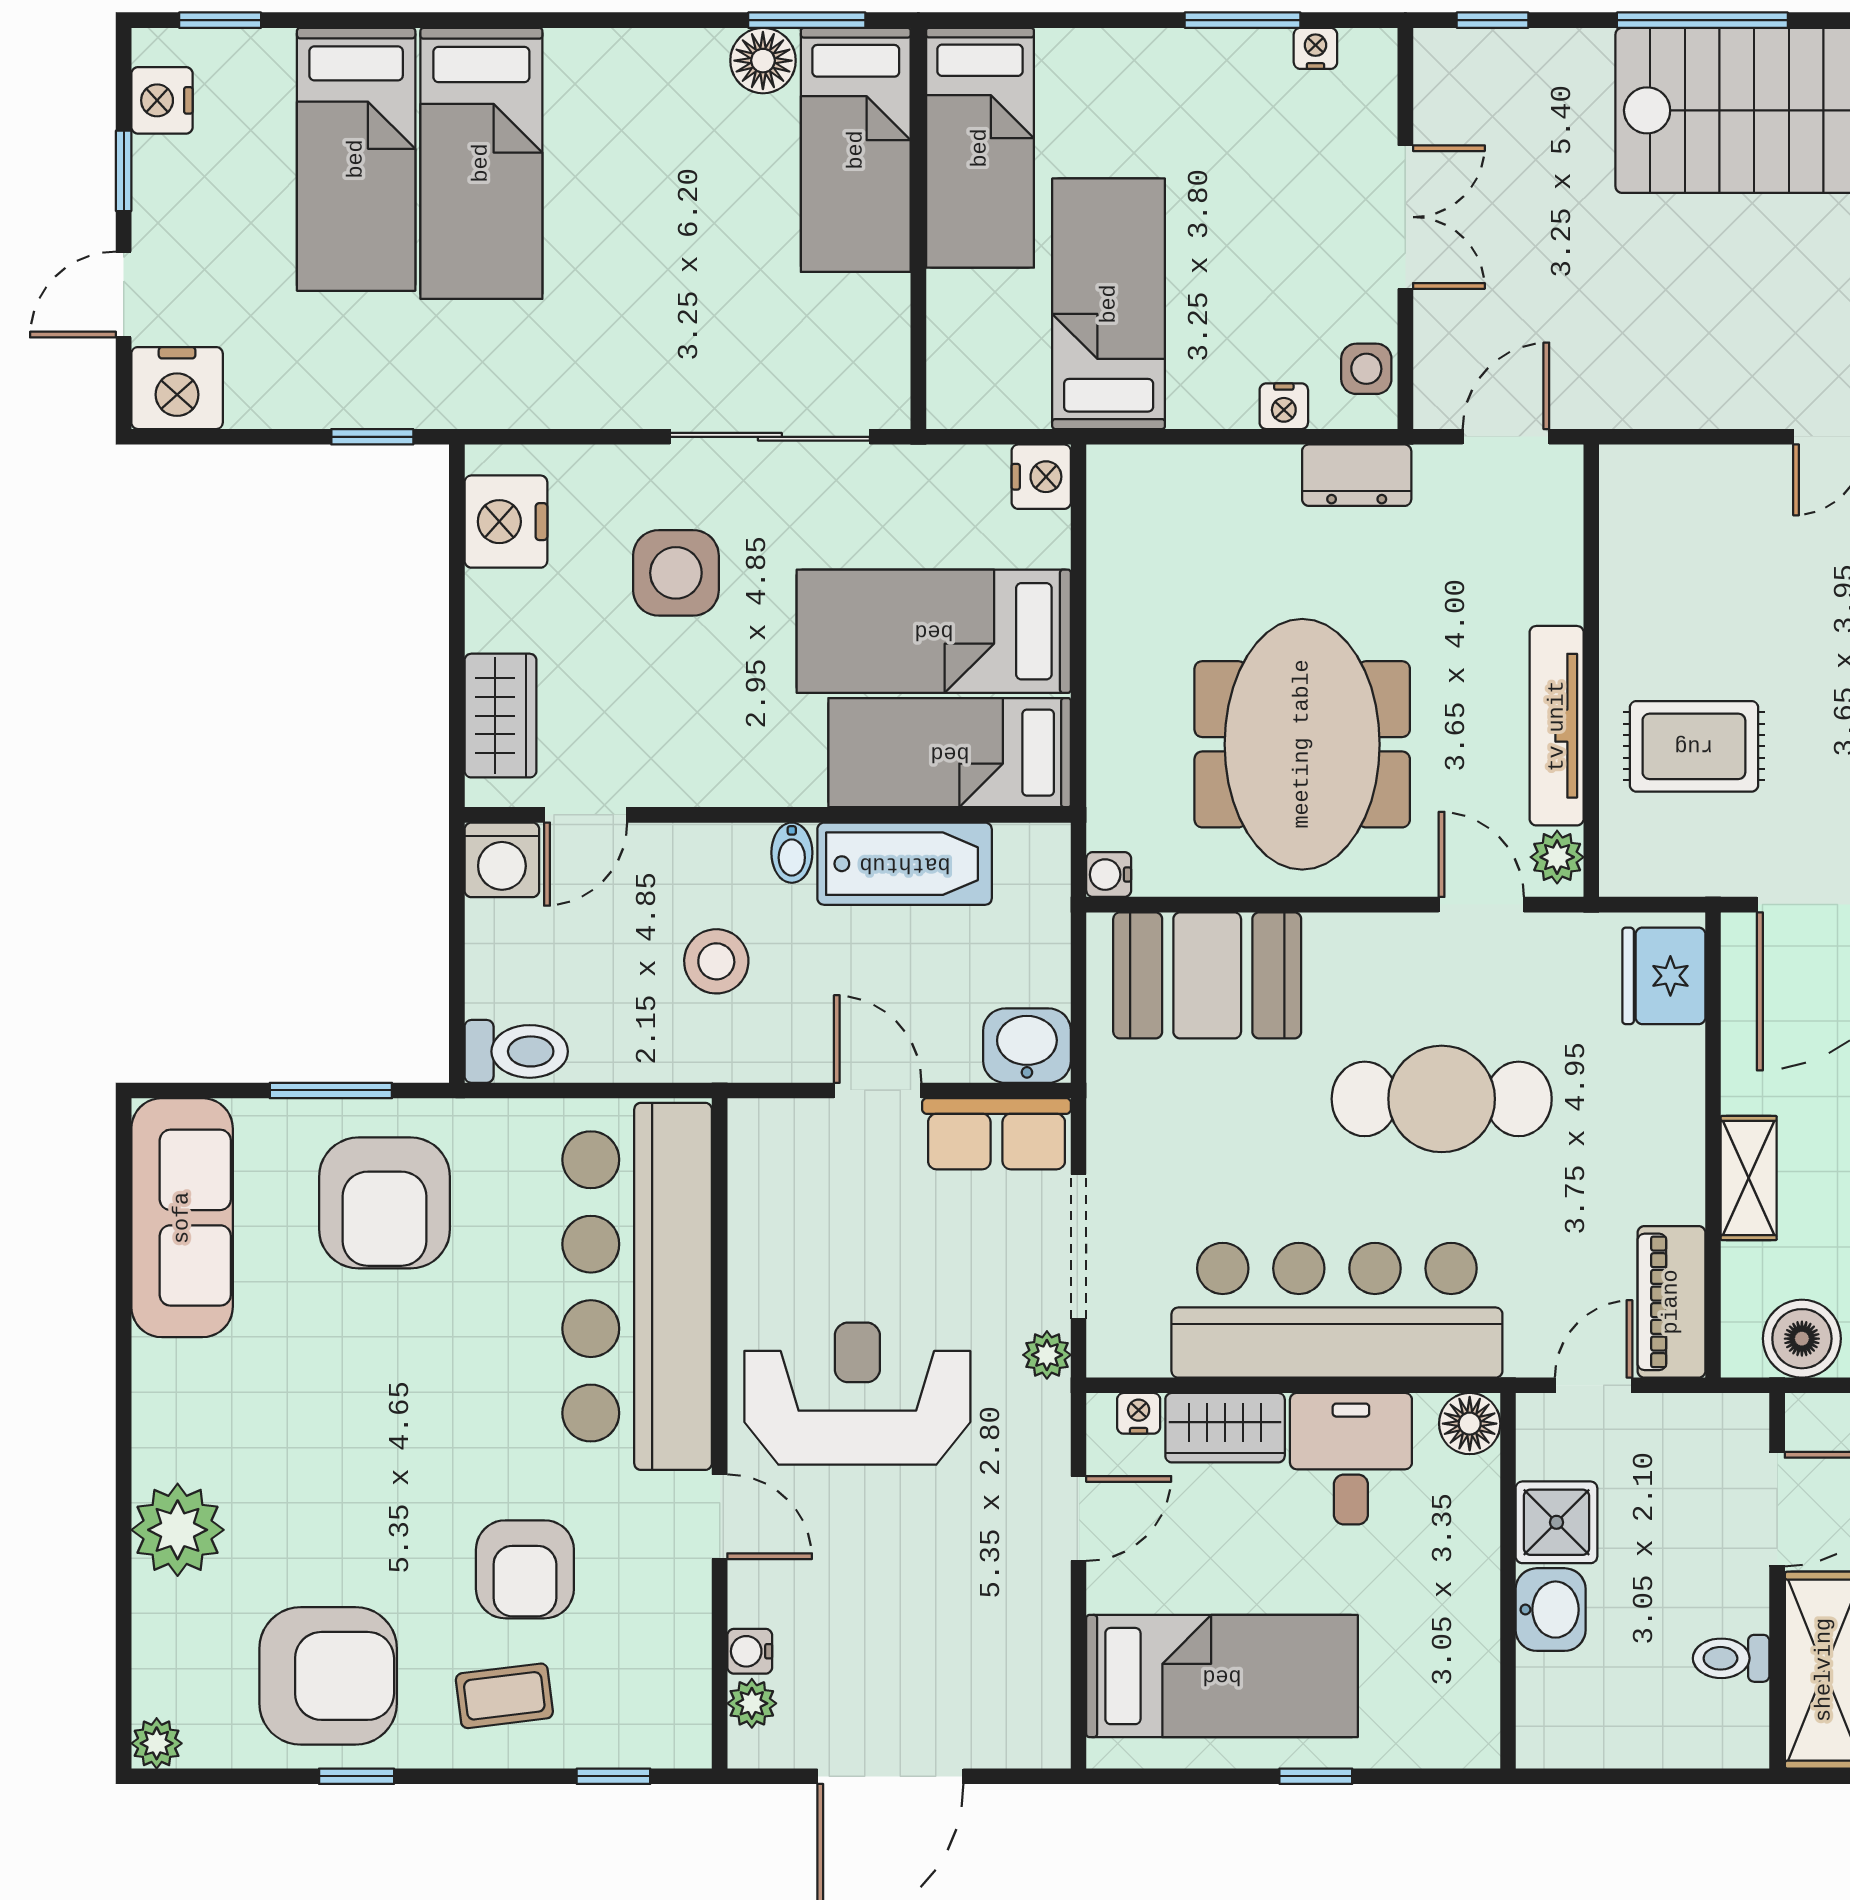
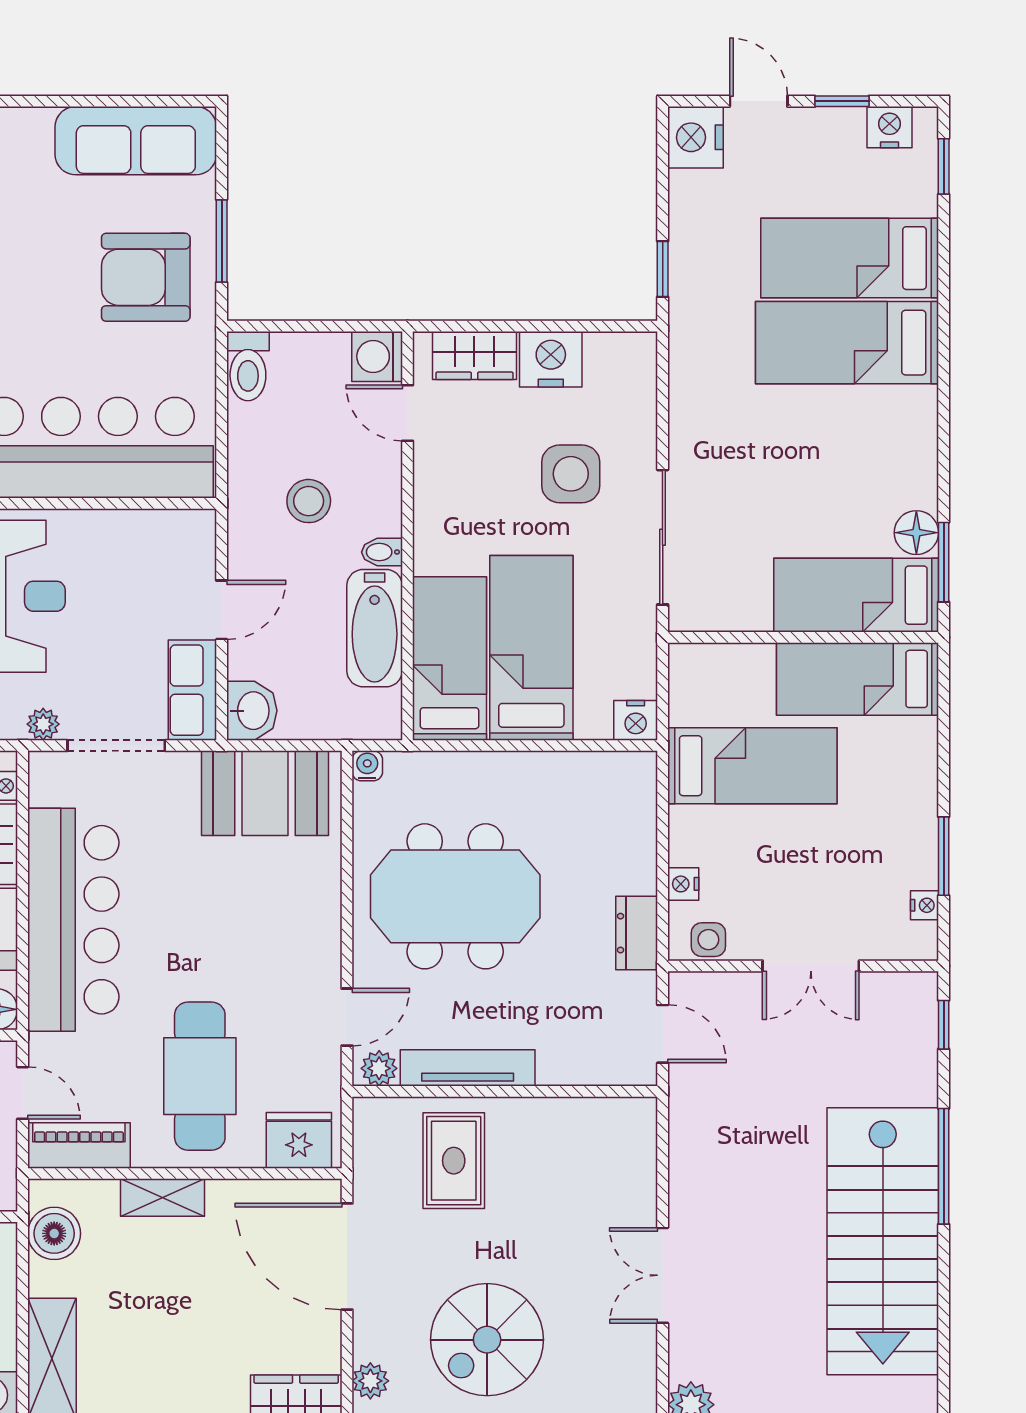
nightstand: (506, 522) -> (551, 359), moved
booth: (1207, 975) -> (265, 793), moved, turned 90
cafe table: (1442, 1099) -> (200, 1076), moved

